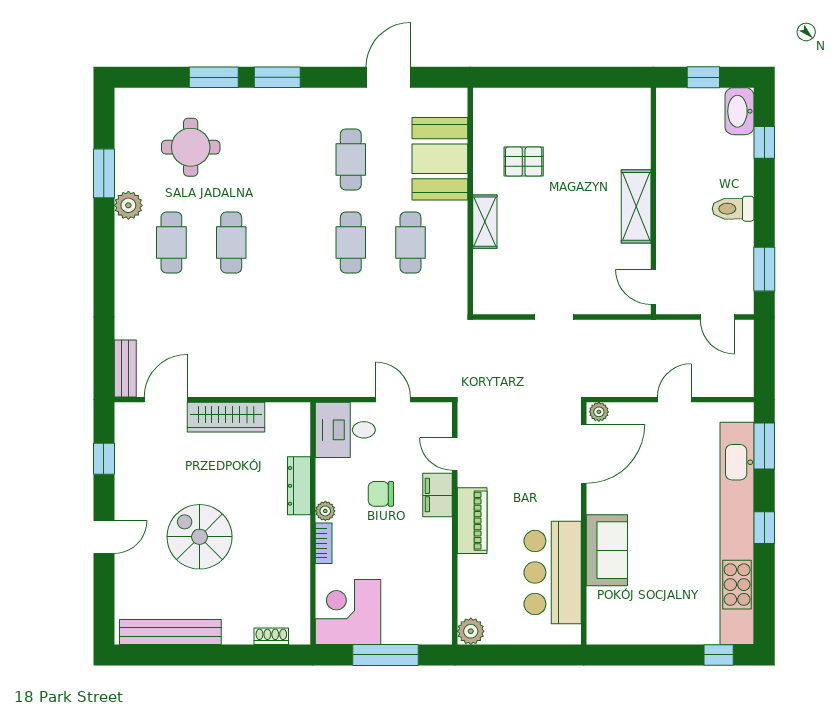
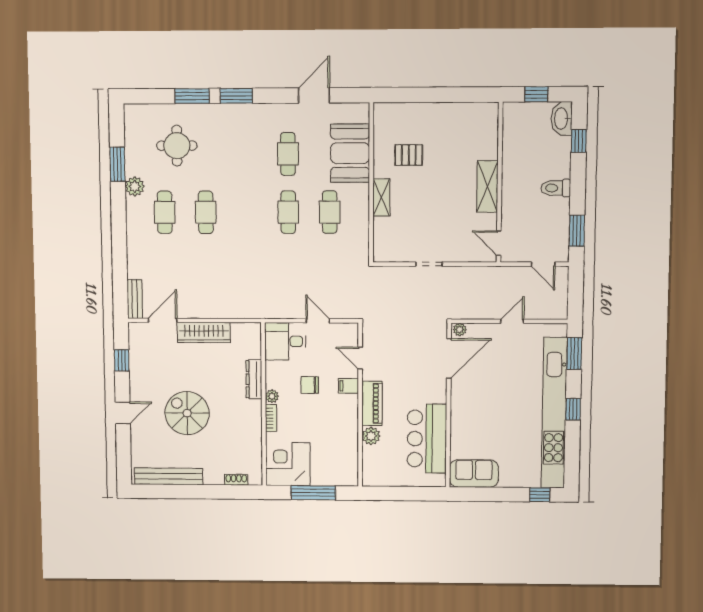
filing cabinet: (438, 495) -> (348, 386), width x0.50
sofa: (607, 550) -> (474, 474), moved, turned -90
plant: (471, 631) -> (371, 436), moved

